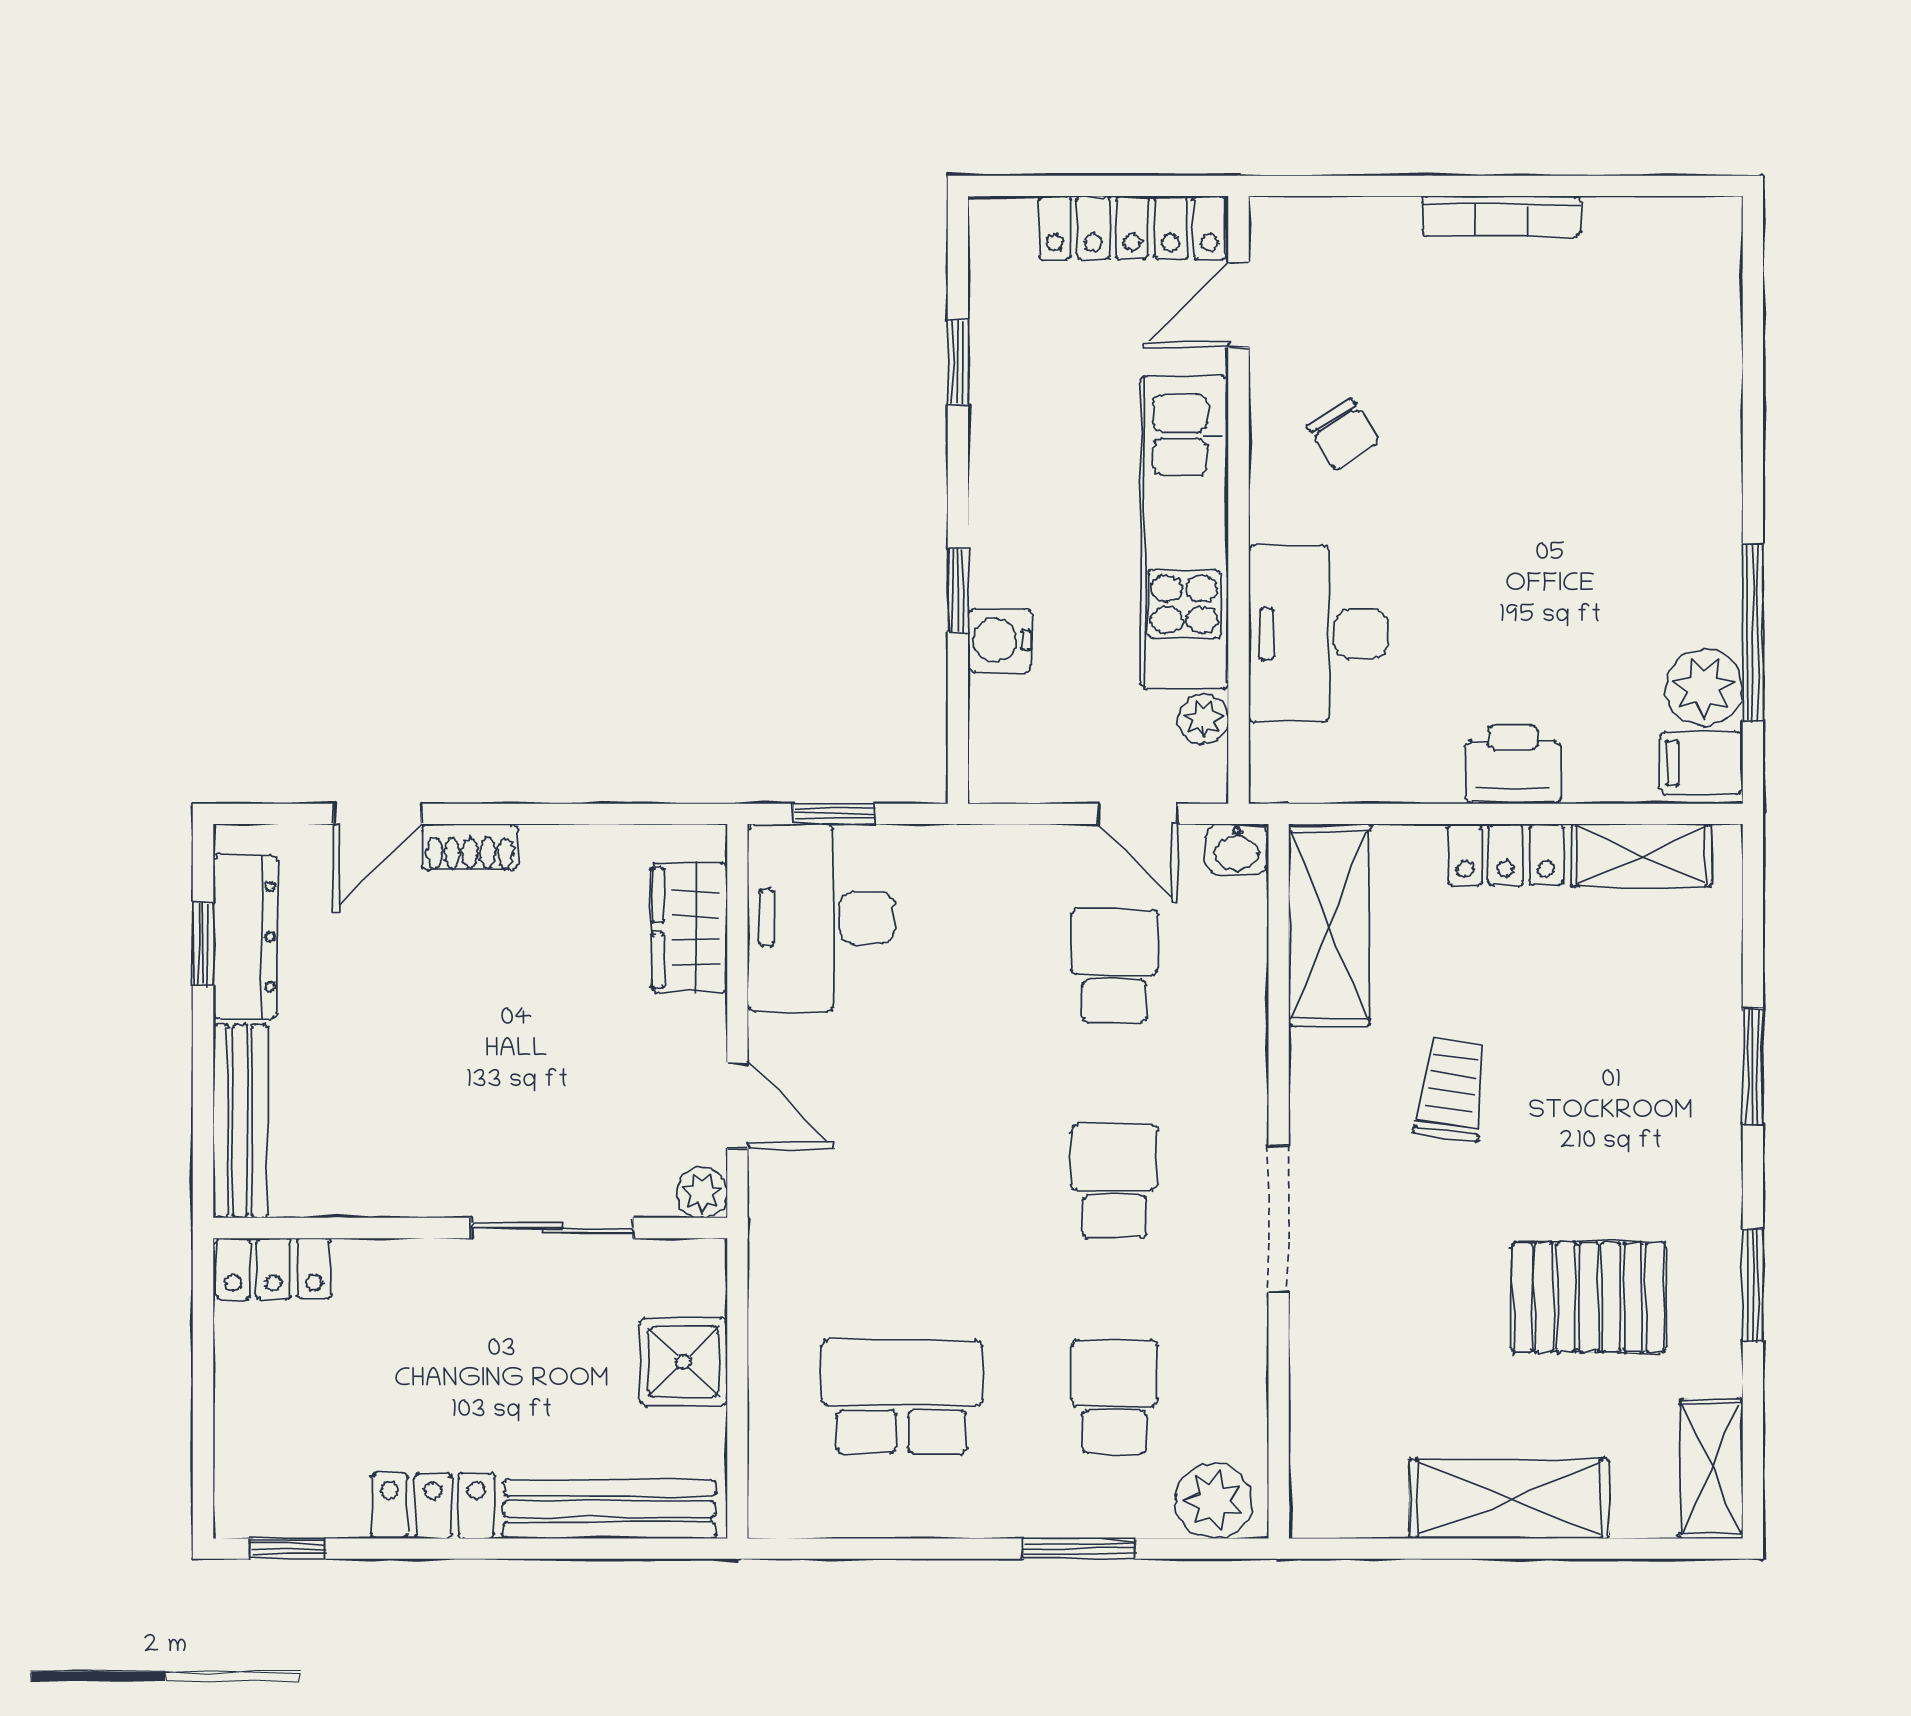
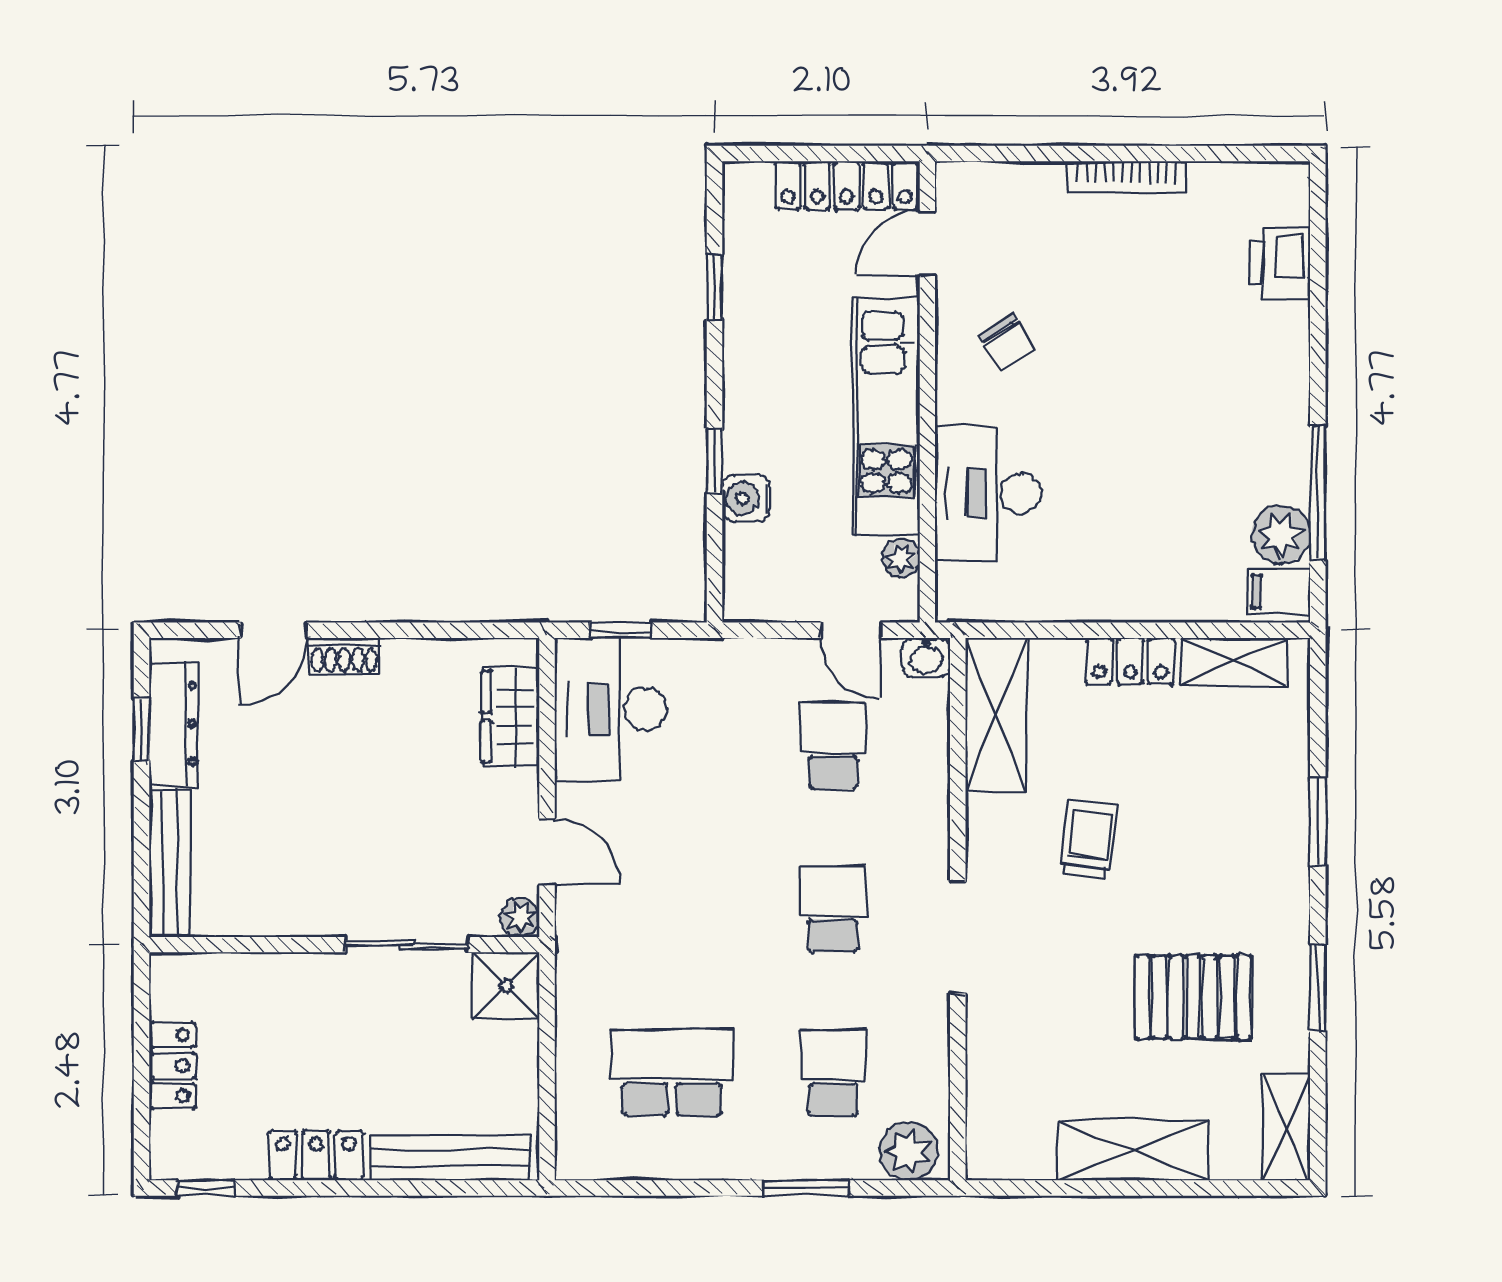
printer: (1513, 764) -> (1280, 263), moved, turned -90
locker: (274, 1269) -> (172, 1066), moved, turned -90
shower: (683, 1362) -> (506, 986), moved

